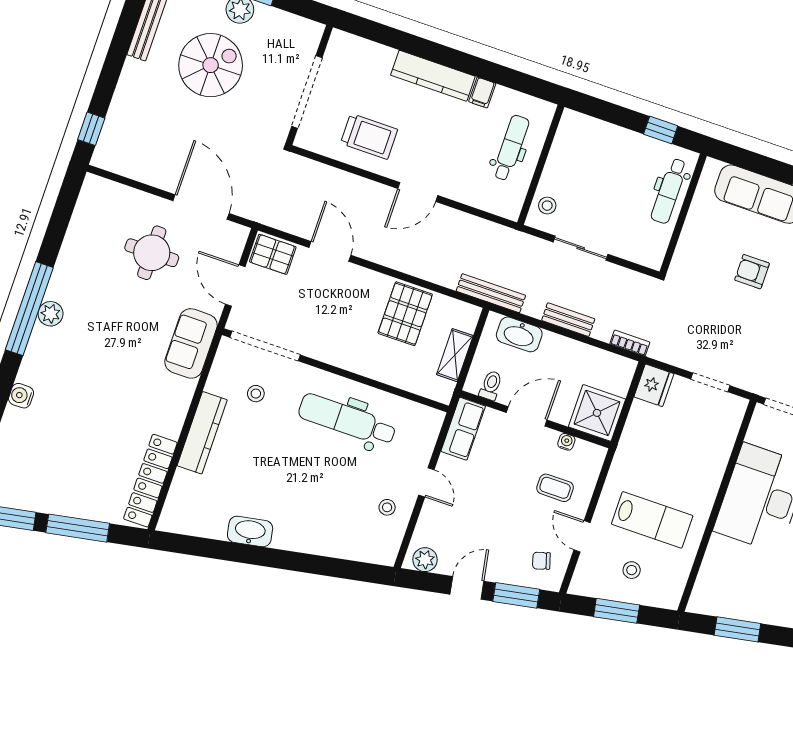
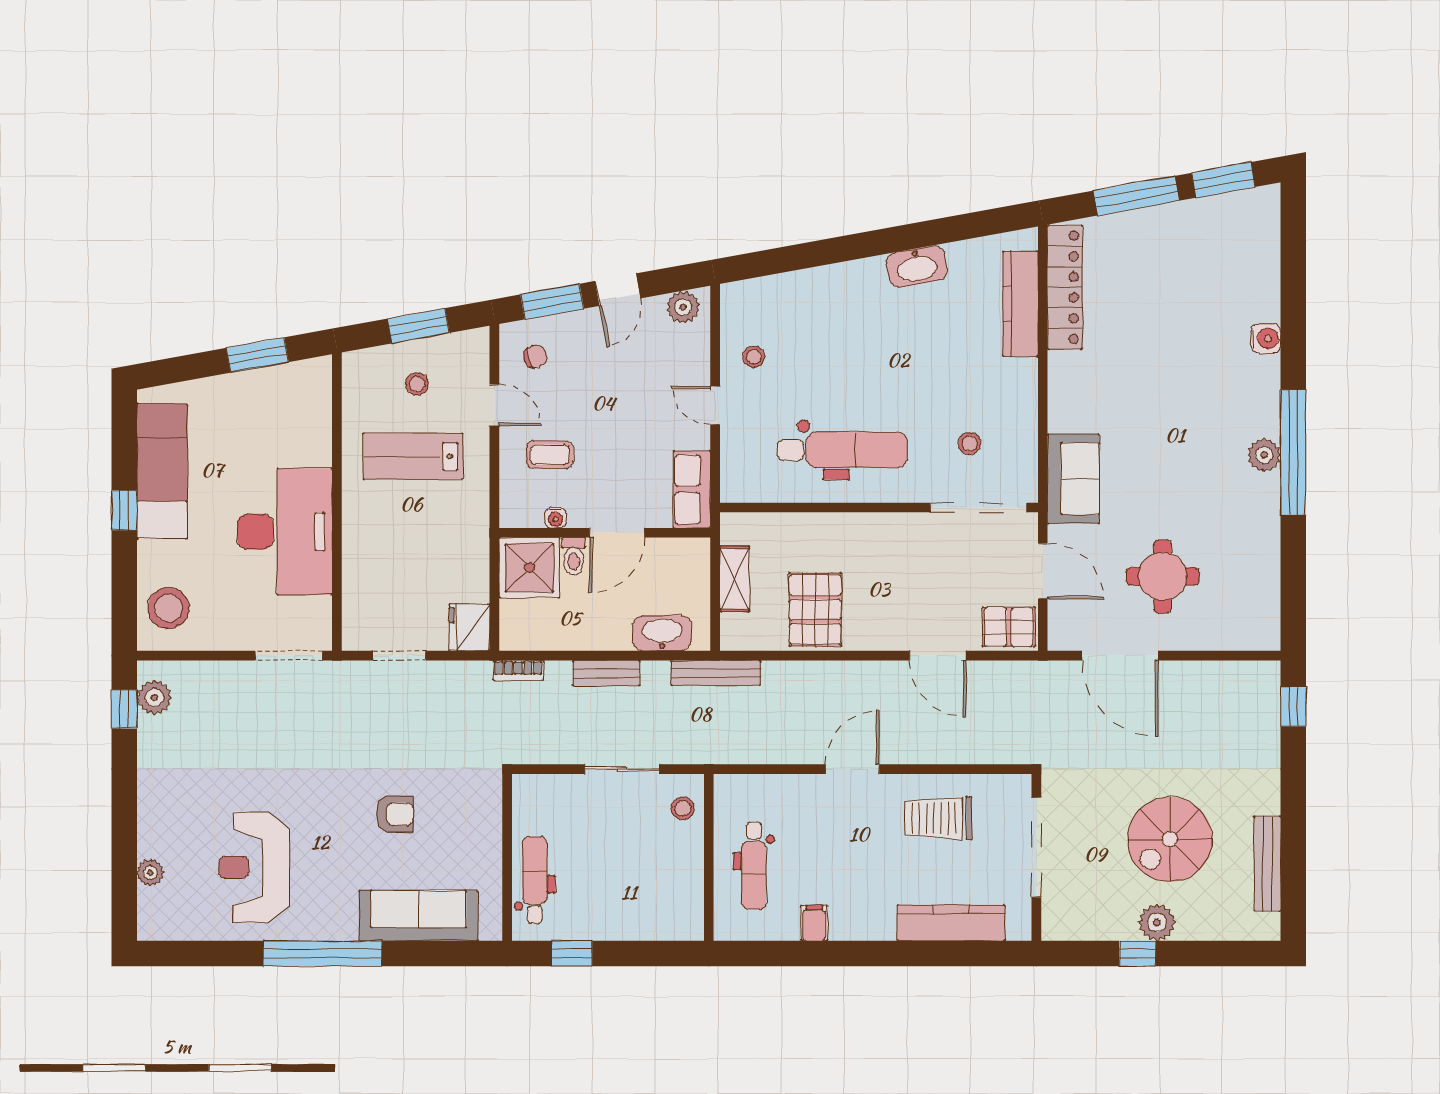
kitchen counter: (433, 76) -> (951, 923), moved
toilet: (491, 385) -> (574, 556), moved
kitchen counter: (202, 433) -> (1020, 304), moved

